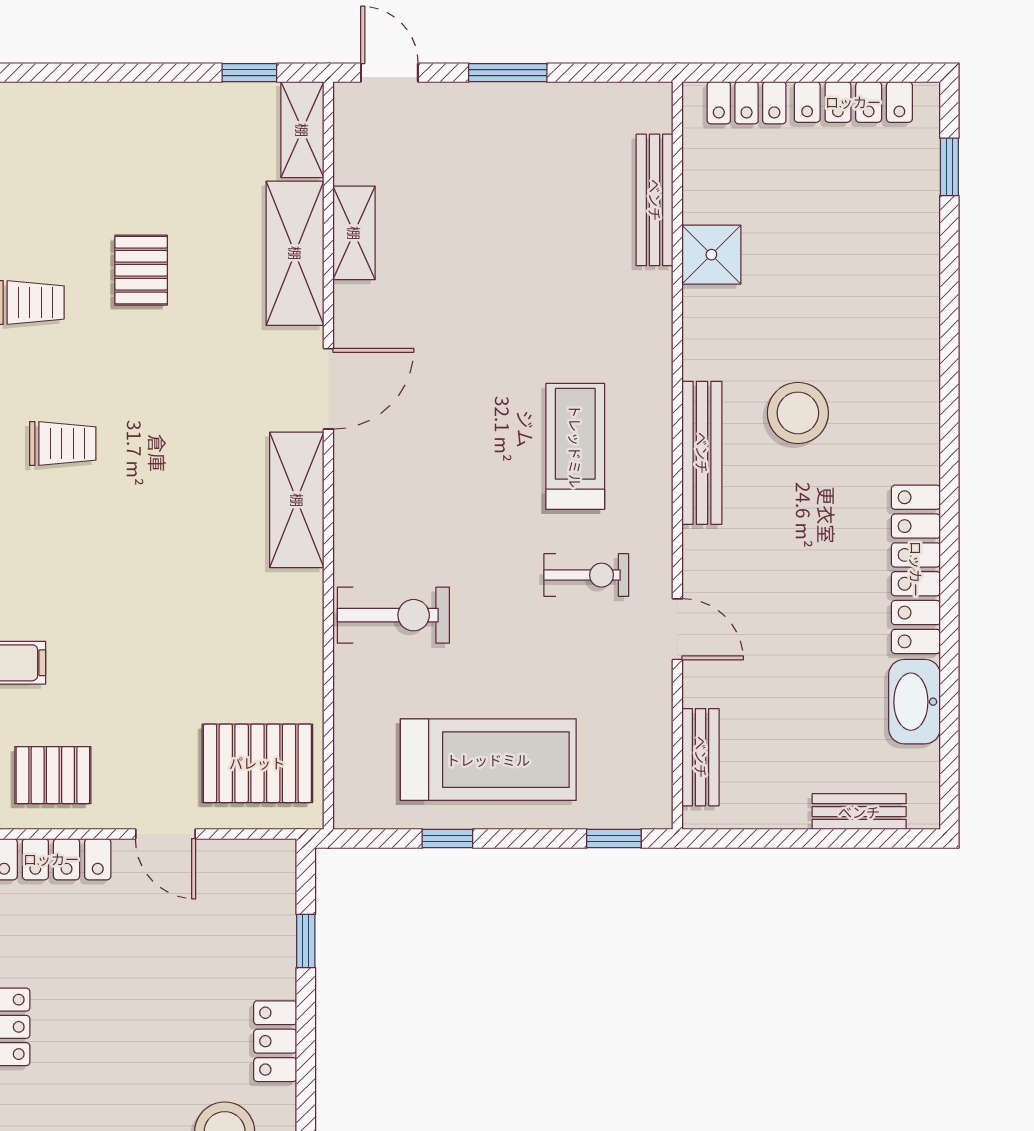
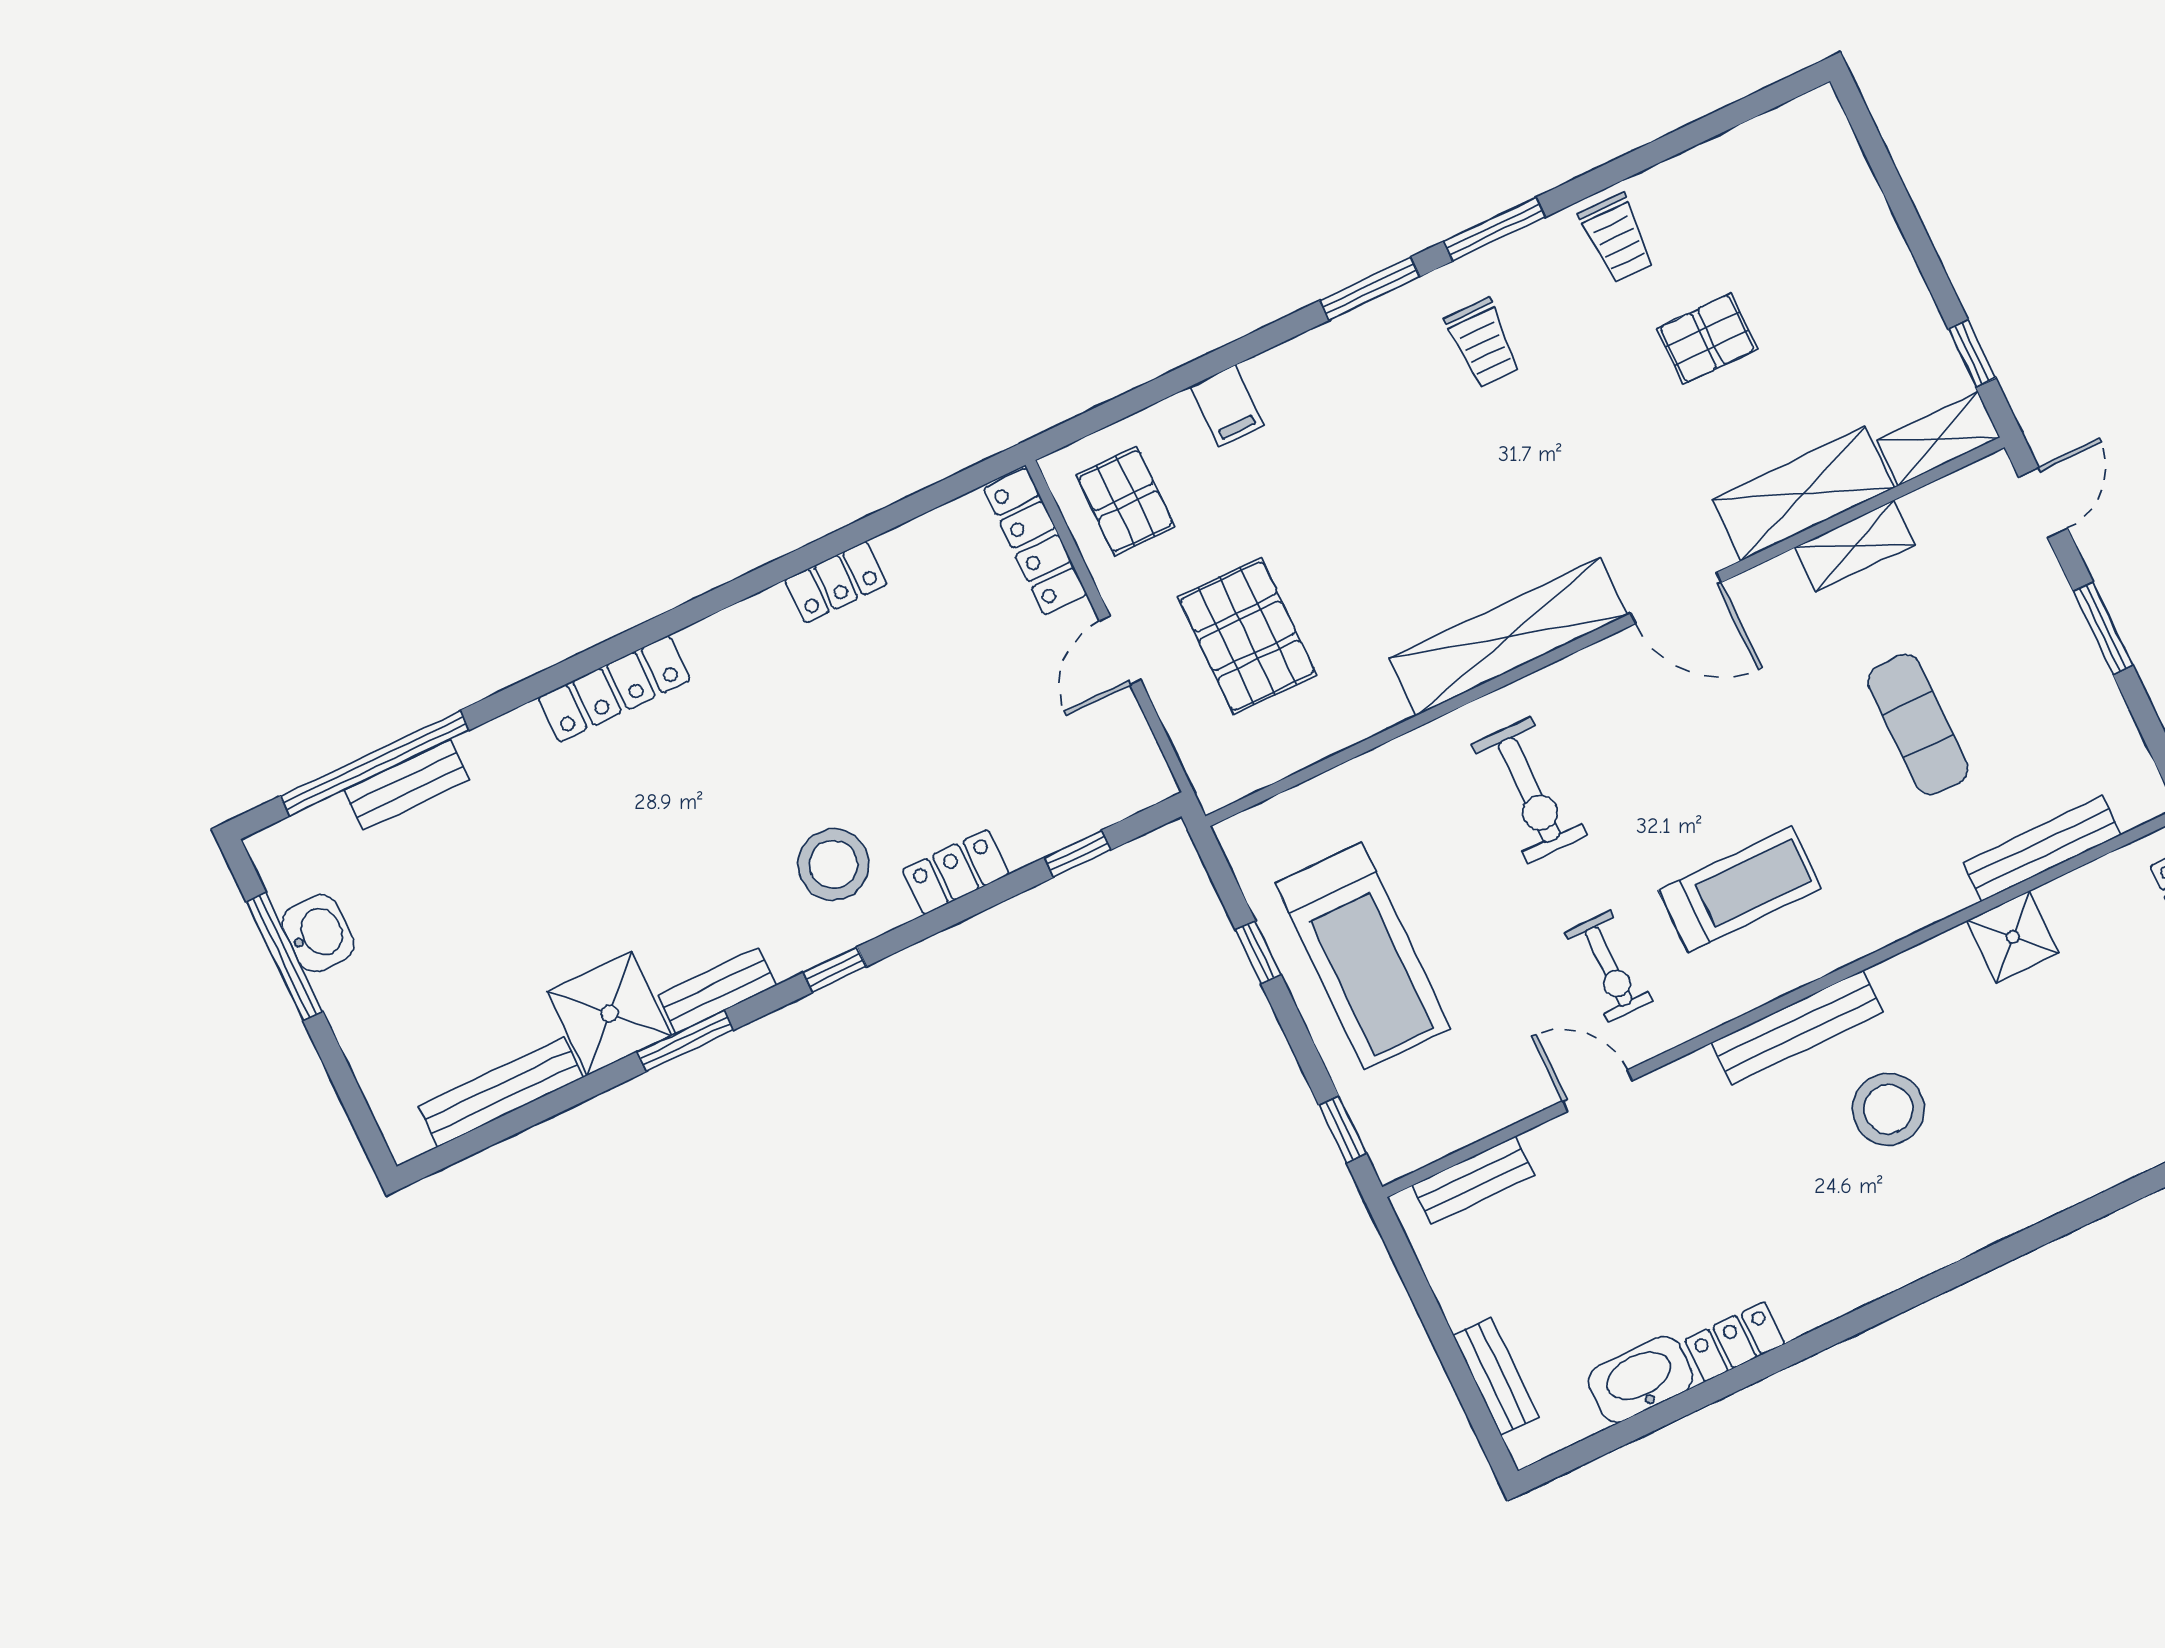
exercise mat: (514, 250) -> (1918, 725), added
shelving: (297, 500) -> (1508, 637), width x1.47
locker: (916, 569) -> (1735, 1342), width x0.46, depth x0.83
exercise bike: (393, 615) -> (1529, 790), moved
door: (677, 629) -> (1597, 1091), swing flipped
pallet: (257, 763) -> (1247, 636), moved

